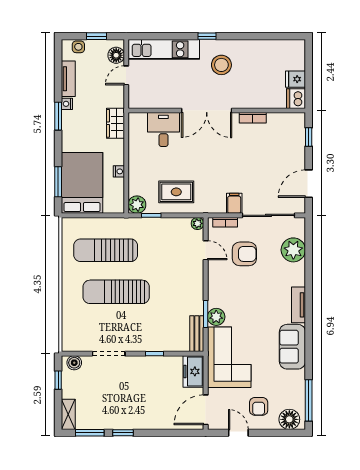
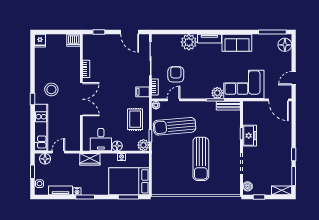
door: (126, 75) -> (58, 152), swing flipped
fridge: (296, 79) -> (40, 41), moved
desk: (163, 129) -> (101, 140), moved, turned -90
floor lamp: (136, 165) -> (117, 146), added
filing cabinet: (234, 203) -> (143, 92), moved
sun lounger: (106, 250) -> (175, 126), moved, turned 85
plant: (293, 250) -> (189, 42), moved
freezer: (193, 371) -> (250, 136), moved, turned -90
armchair: (259, 406) -> (276, 65), removed

